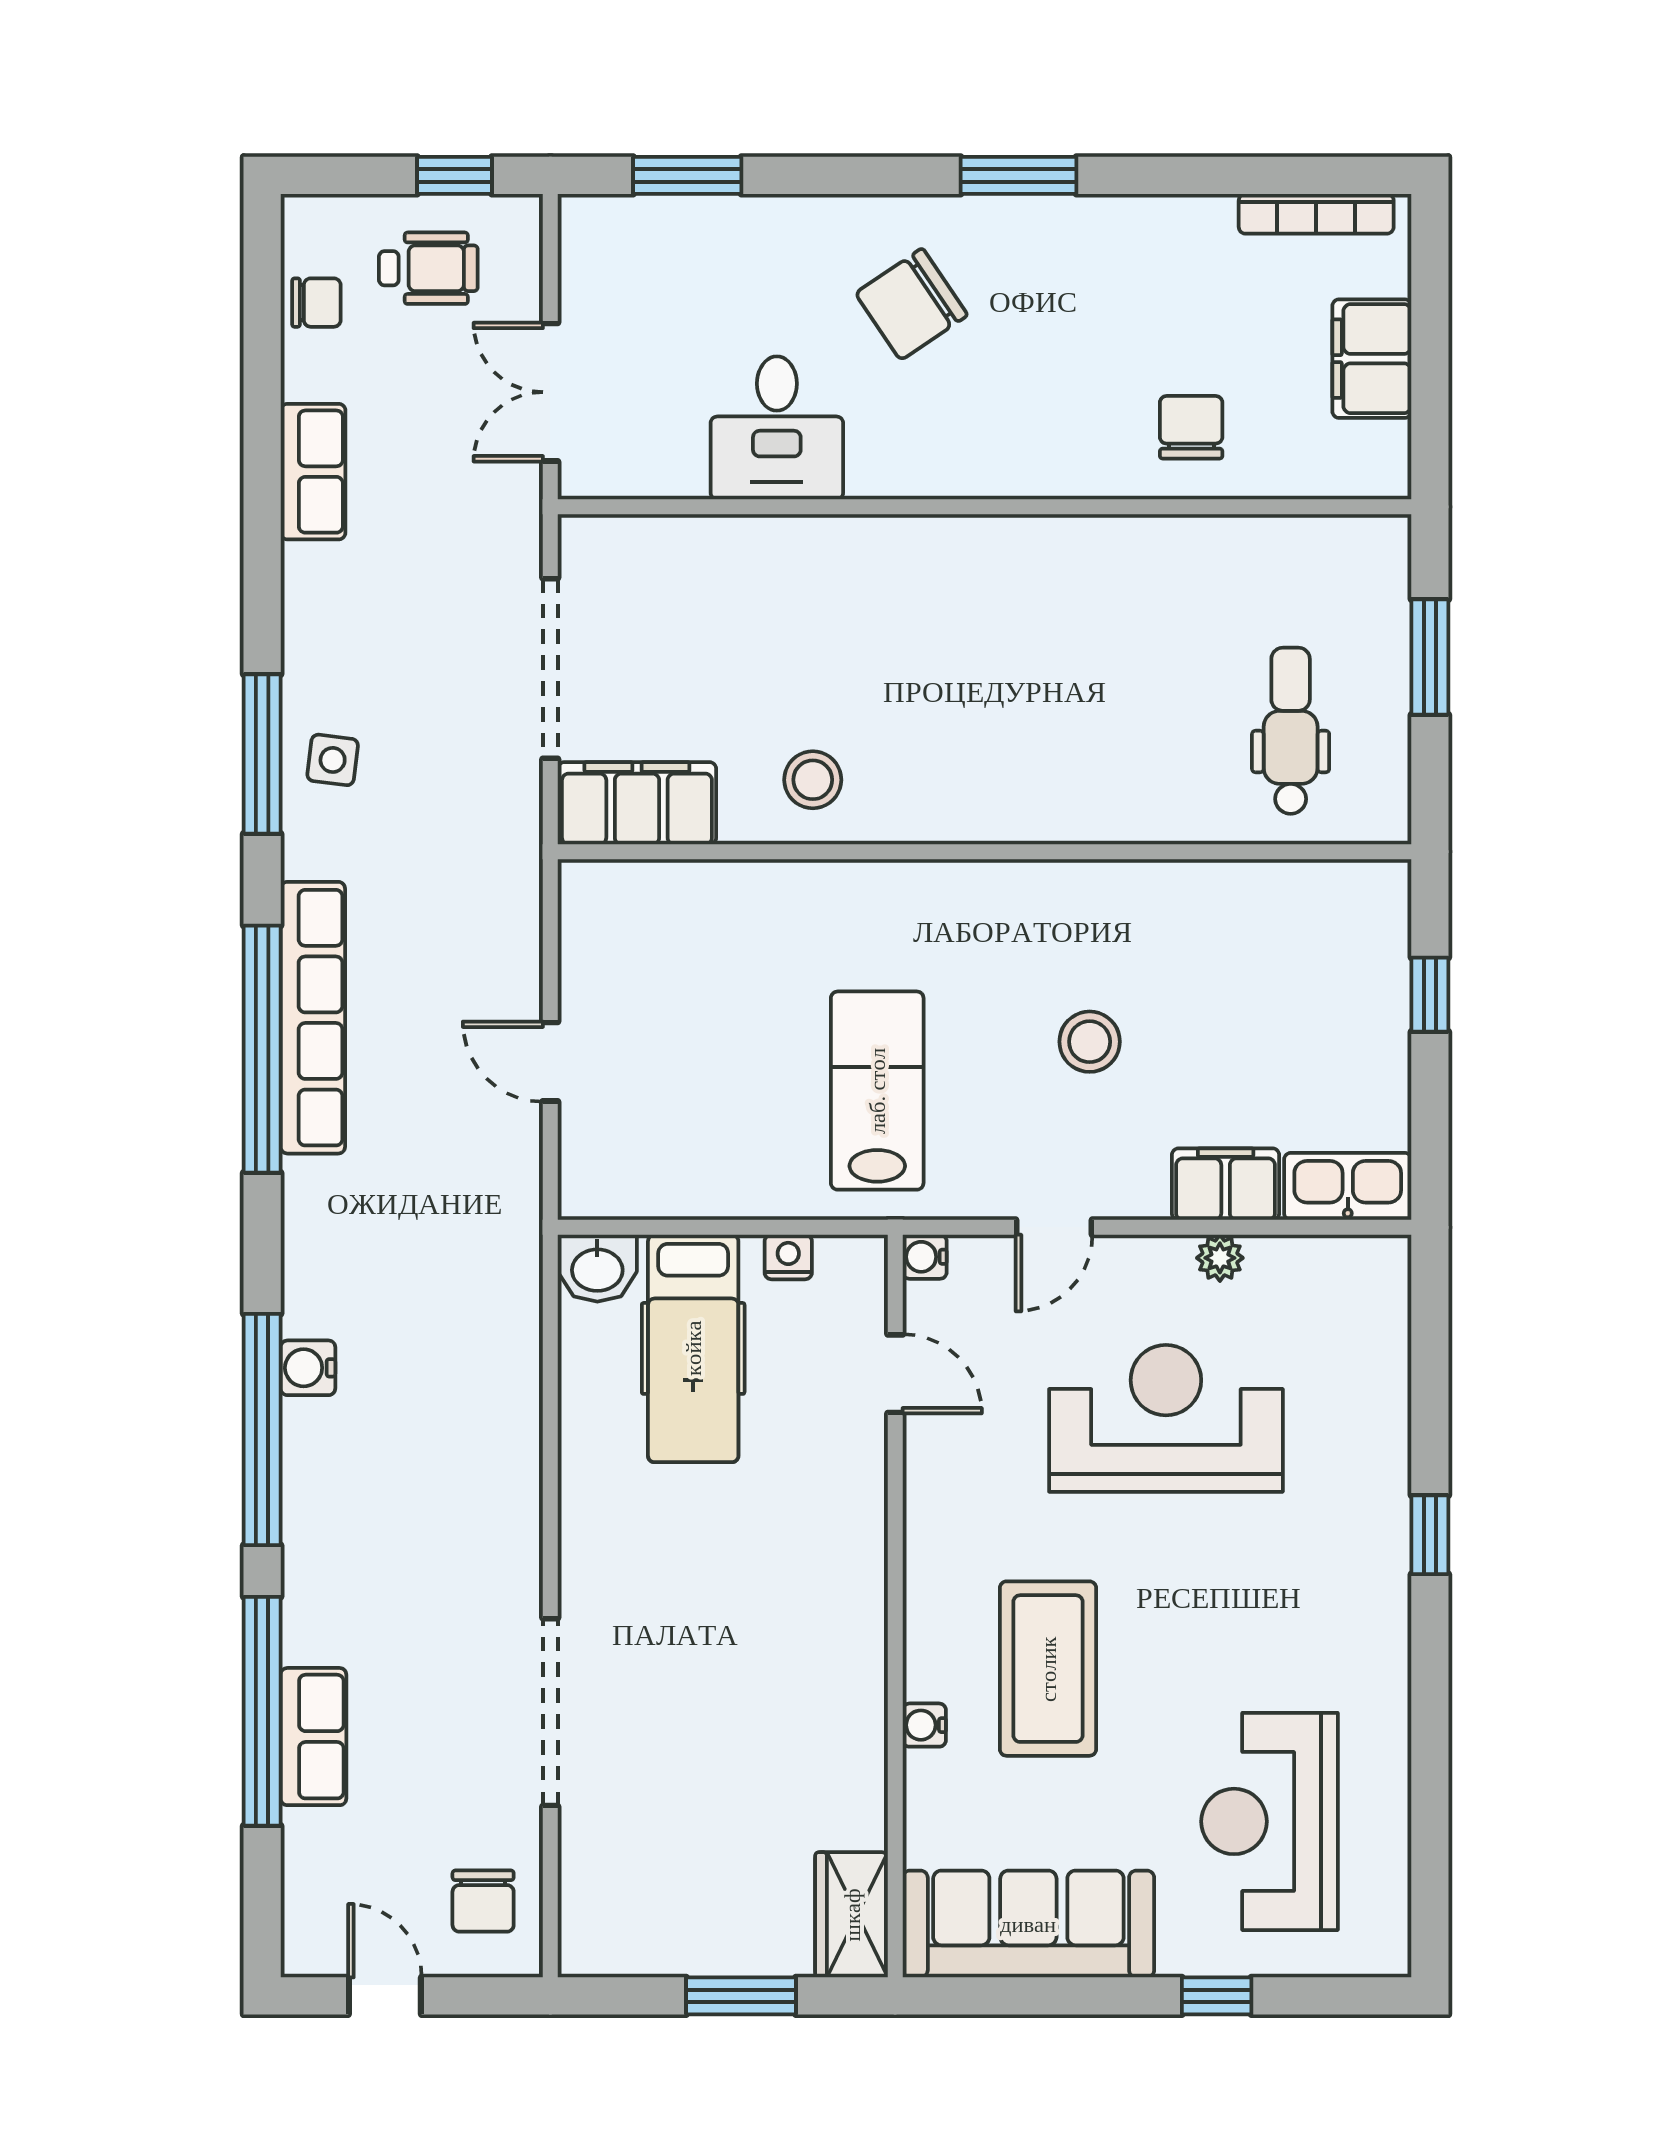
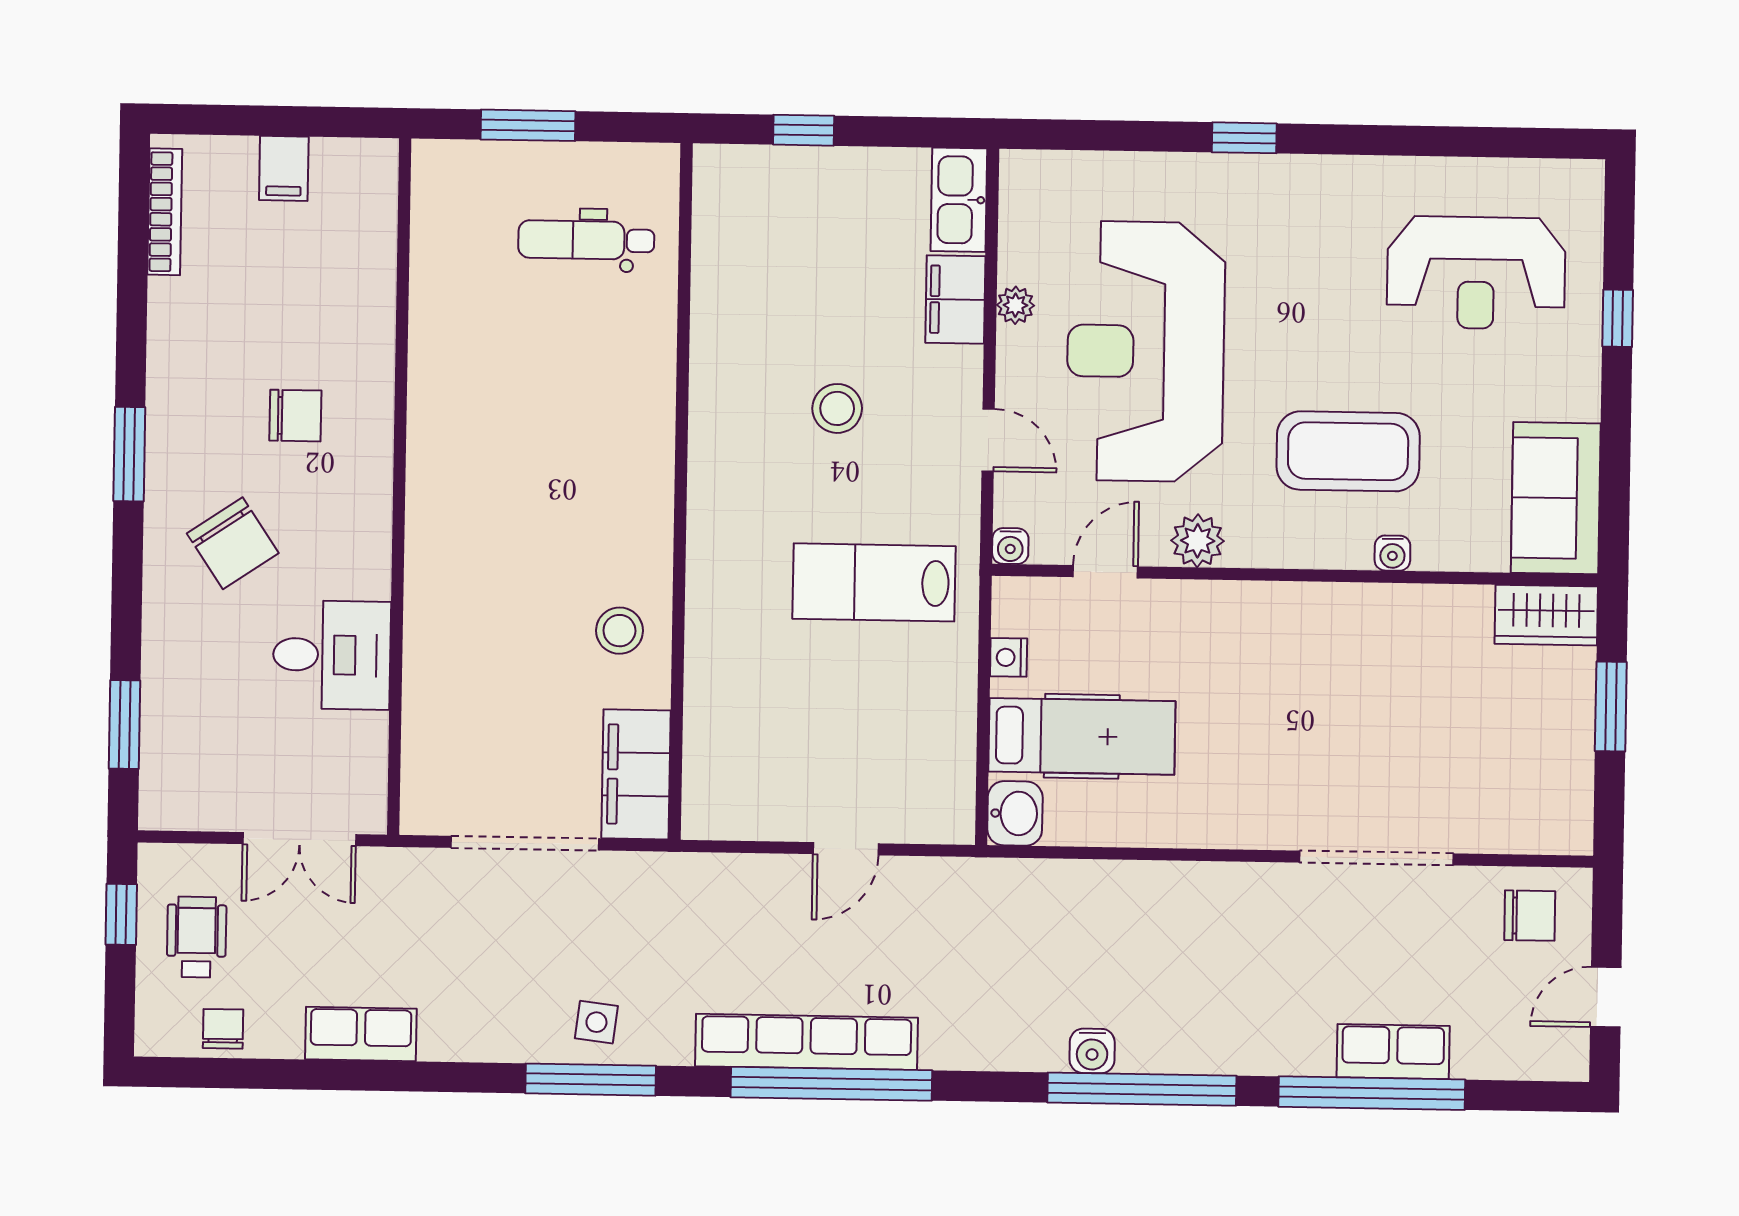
filing cabinet: (1372, 359) -> (284, 168), width x0.50
chair: (1191, 427) -> (295, 416), moved, turned 180
reception desk: (1166, 1418) -> (1146, 352), width x1.36, depth x1.30
plant: (935, 1486) -> (1198, 541), added
sofa: (1028, 1924) -> (1556, 498), width x0.73

